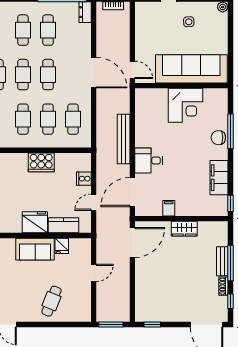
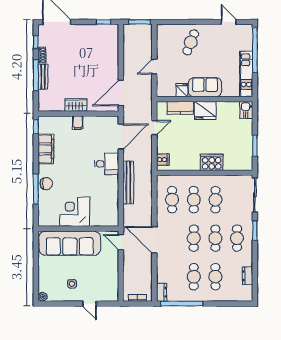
cooker: (41, 162) -> (212, 162), moved
cooker: (84, 179) -> (163, 160), moved
filing cabinet: (169, 208) -> (78, 123), moved

